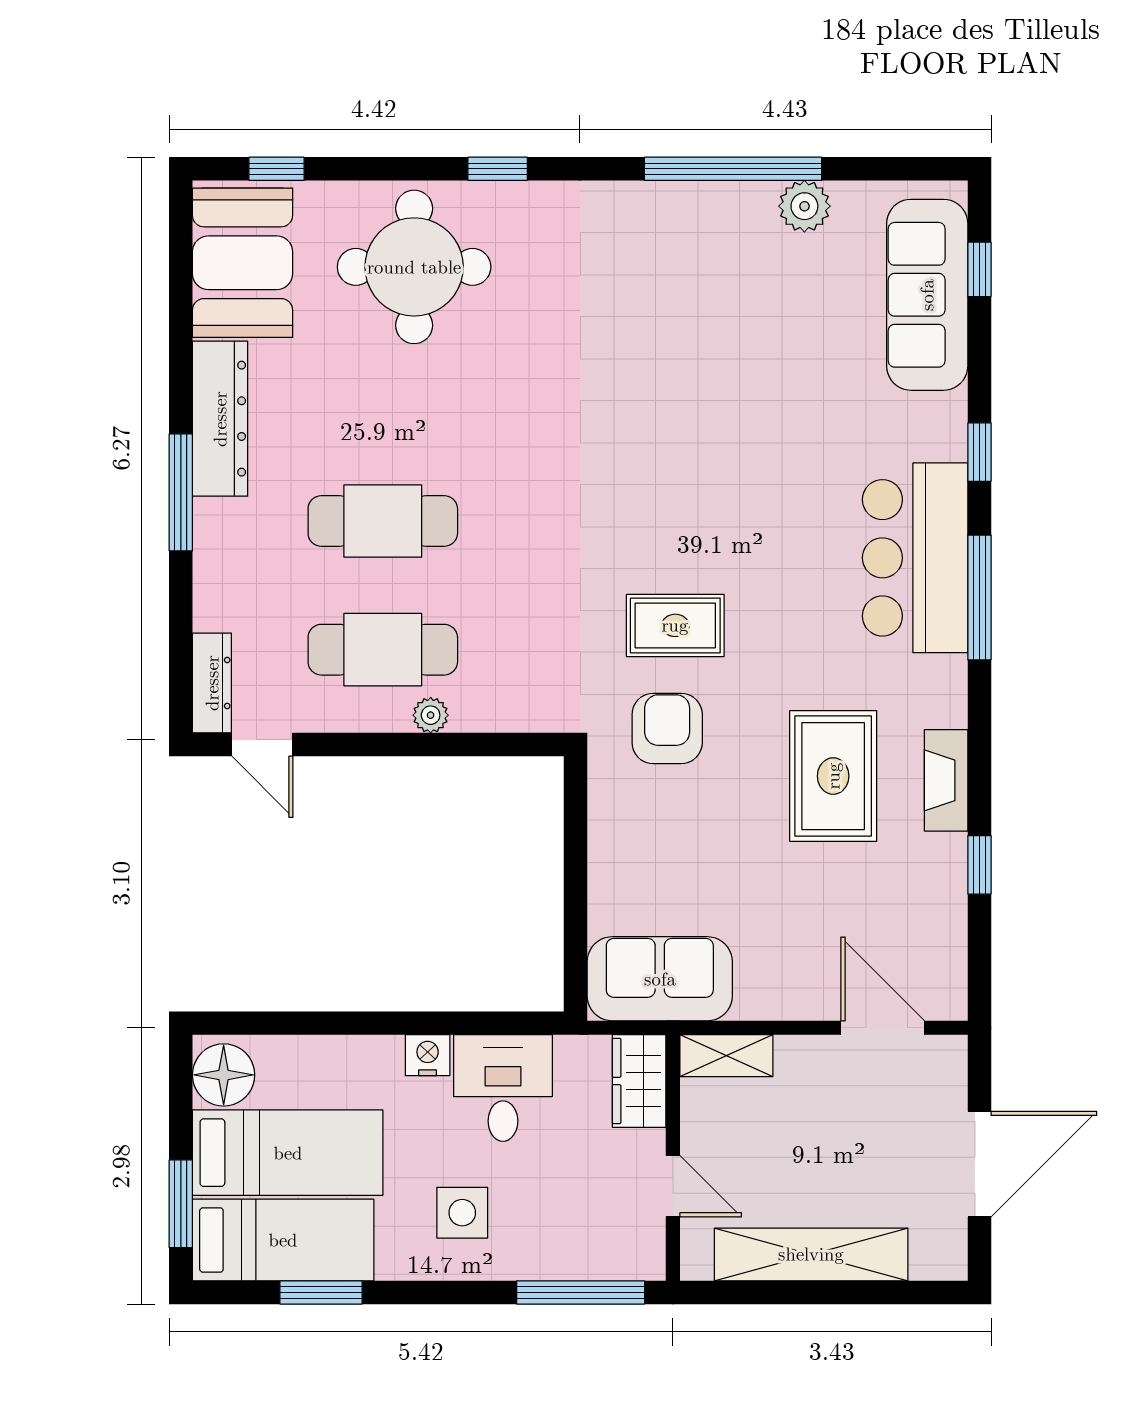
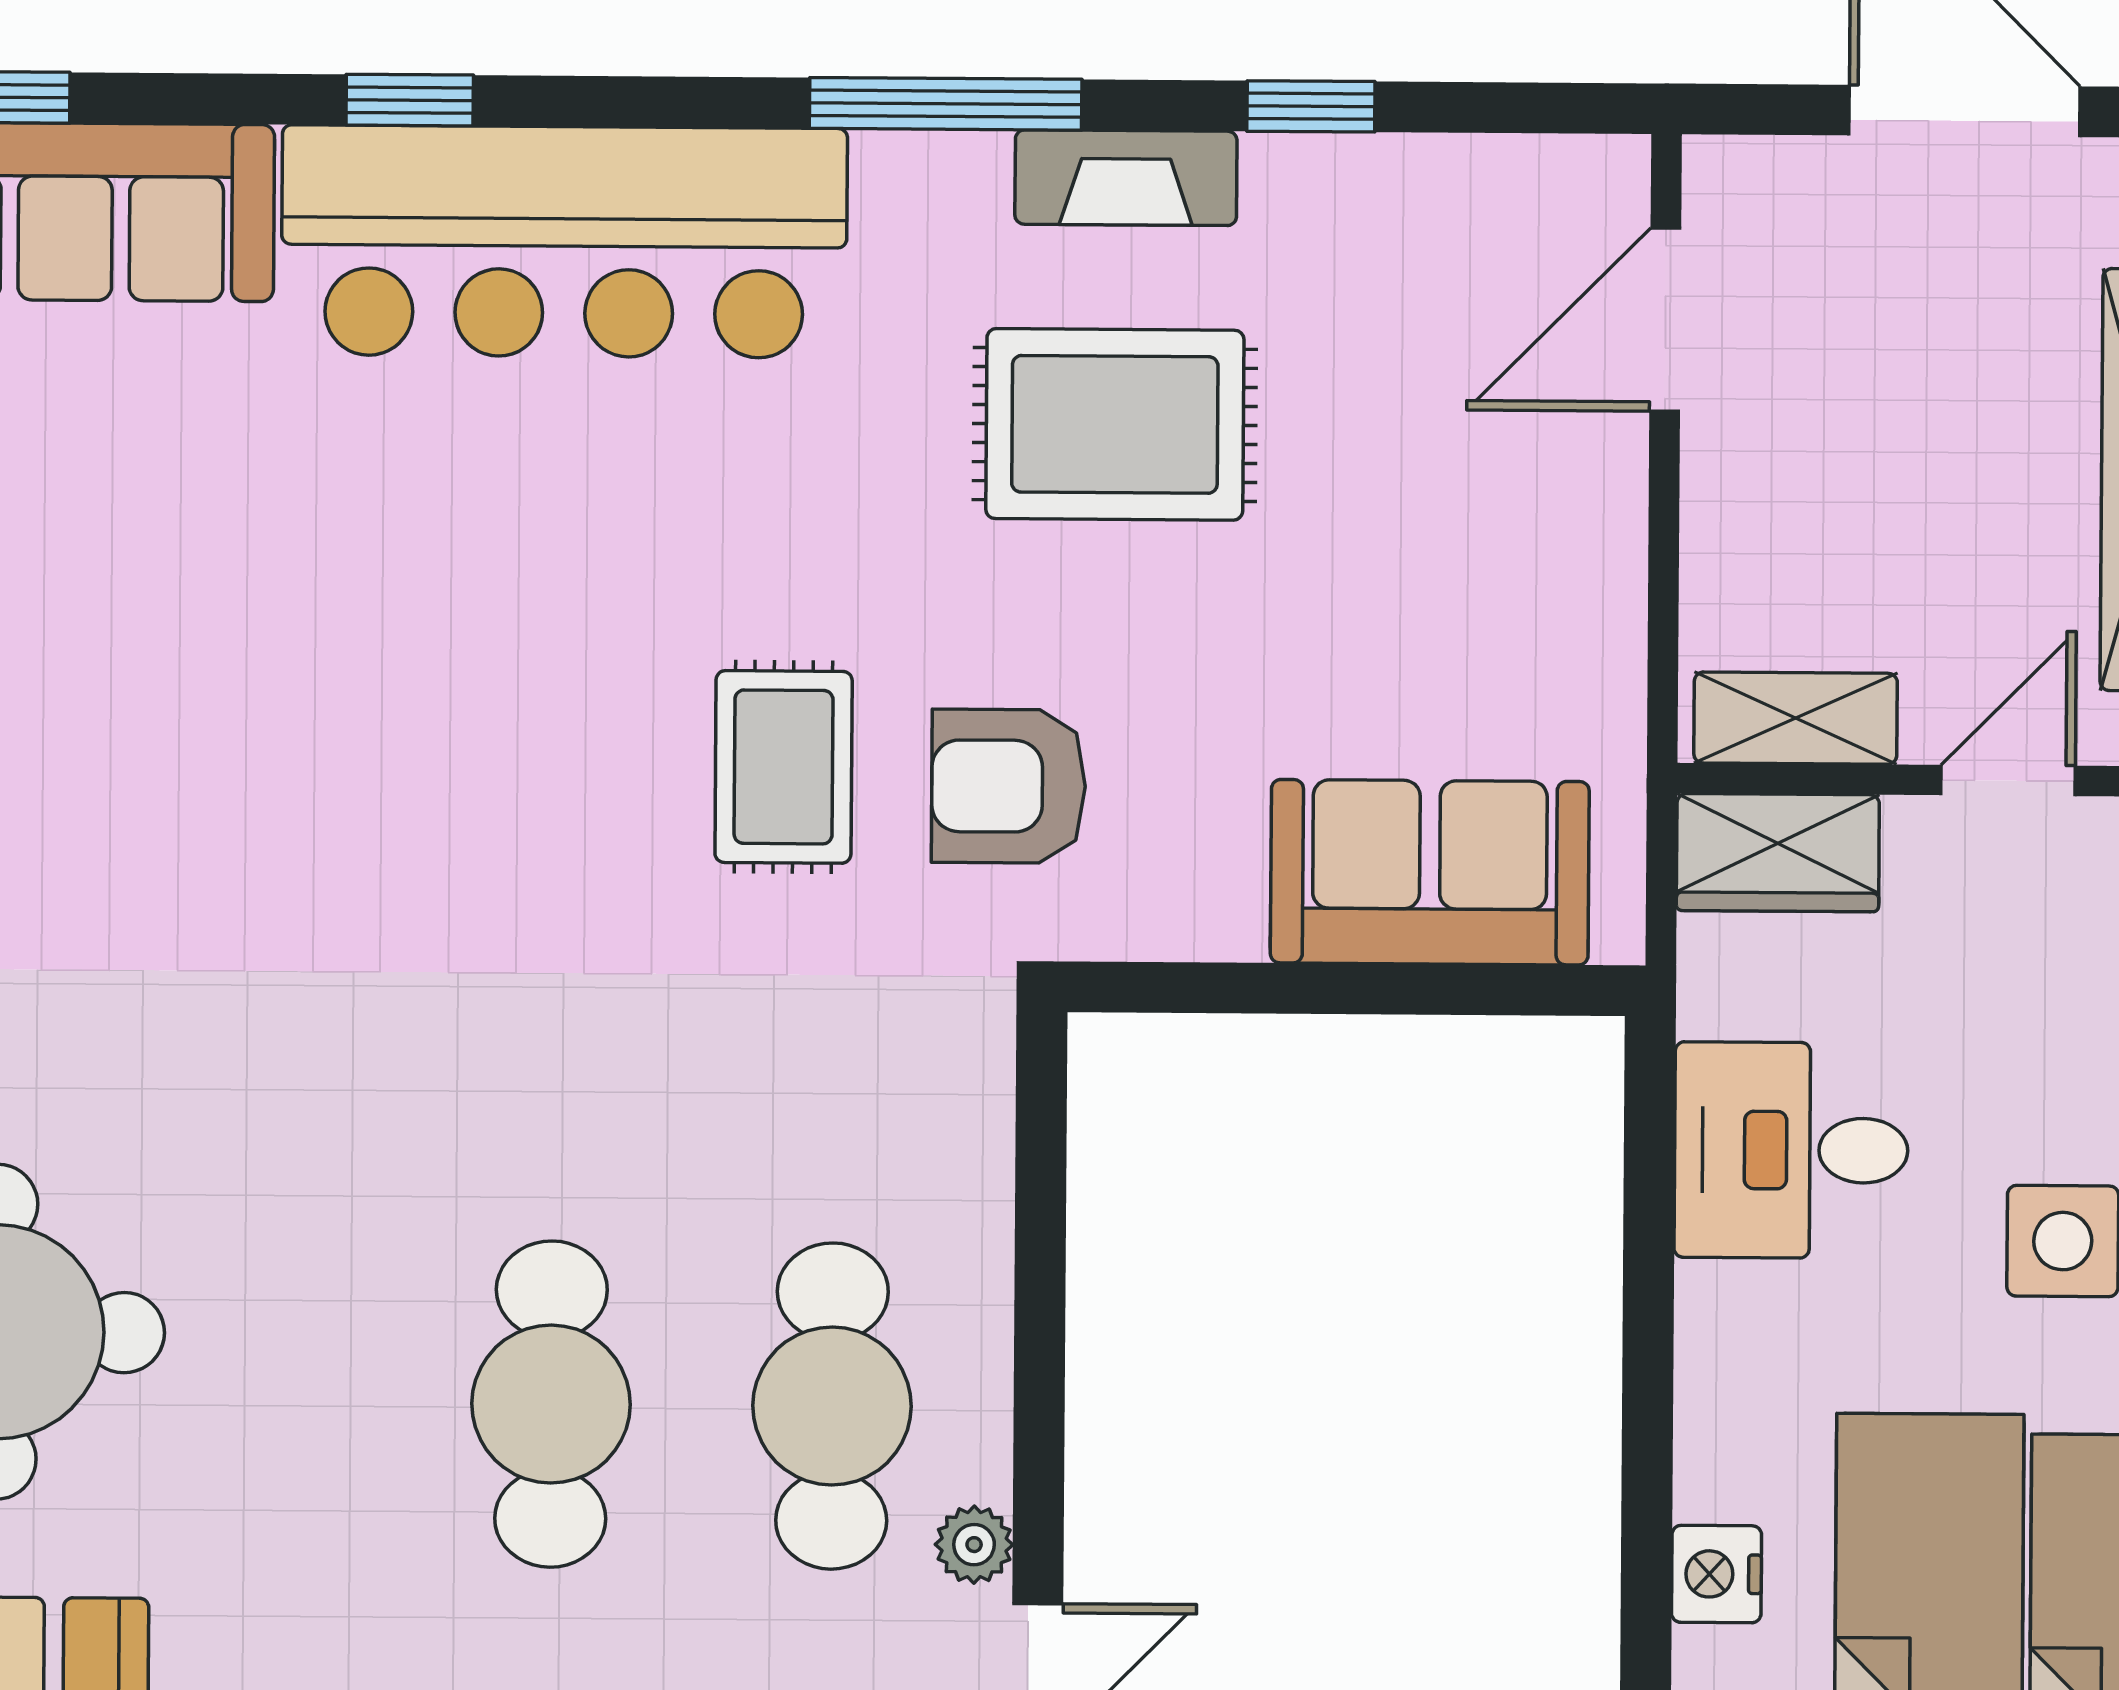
bar counter: (915, 558) -> (564, 242), width x1.36
window: (979, 597) -> (946, 104), moved
plant: (431, 715) -> (974, 1545), moved
sofa: (660, 979) -> (1430, 872), moved, turned 90
nightstand: (428, 1055) -> (1716, 1574), moved
shelving: (726, 1056) -> (1796, 718), moved, turned 90

